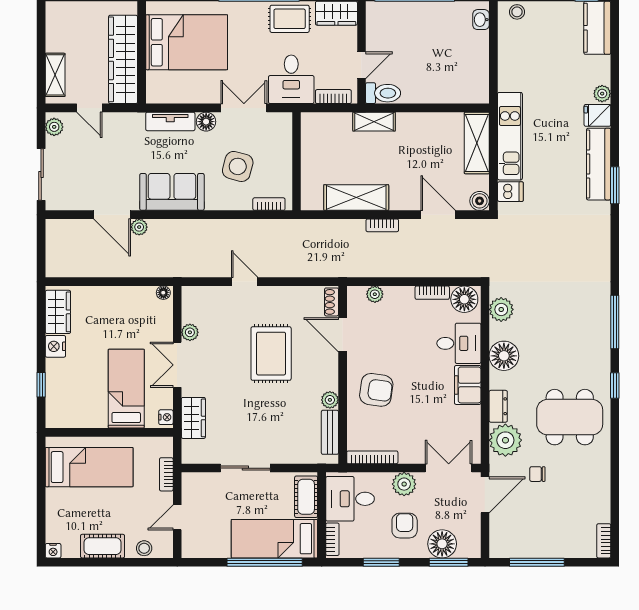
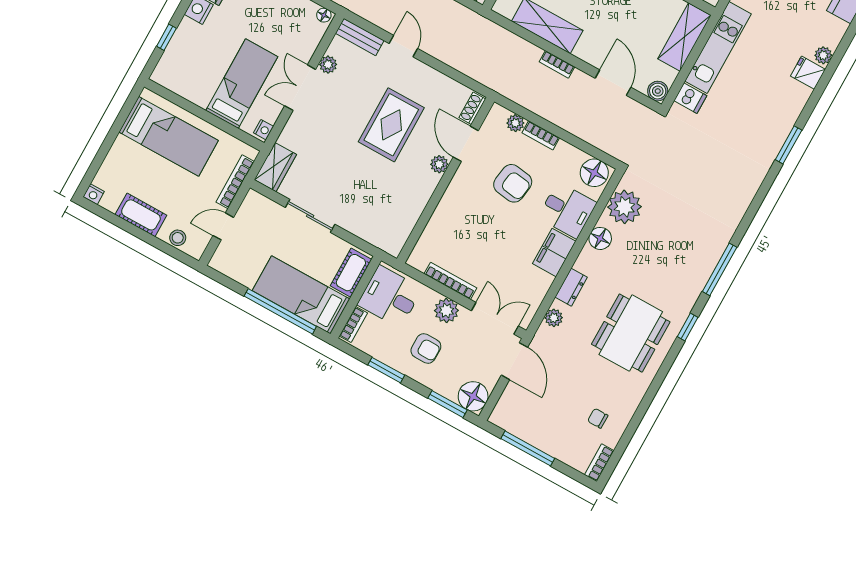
kitchen counter: (599, 164) -> (785, 118), removed
bookcase: (432, 293) -> (541, 135), moved
plant: (501, 309) -> (624, 207), width x1.36, depth x1.36
floor lamp: (504, 356) -> (600, 238), width x0.73, depth x0.73
armchair: (376, 390) -> (513, 183), moved
plant: (330, 400) -> (439, 164), moved
dining table: (570, 417) -> (631, 333), turned 90
wardrobe: (193, 418) -> (275, 167), moved
bench: (330, 432) -> (360, 37), moved, turned 90
plant: (505, 440) -> (554, 318), width x0.53, depth x0.53
bookcase: (372, 457) -> (450, 281), moved
bookcase: (166, 474) -> (235, 182), width x1.56
chair: (537, 474) -> (598, 418), moved
door: (485, 495) -> (514, 361), hinge flipped
armchair: (405, 526) -> (426, 348), turned 90
floor lamp: (442, 544) -> (473, 396), moved

